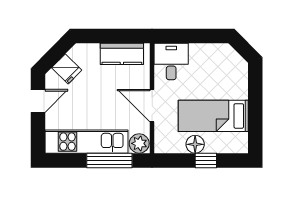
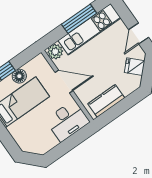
desk: (171, 62) -> (67, 121), width x1.37
window: (109, 160) -> (79, 19), moved

